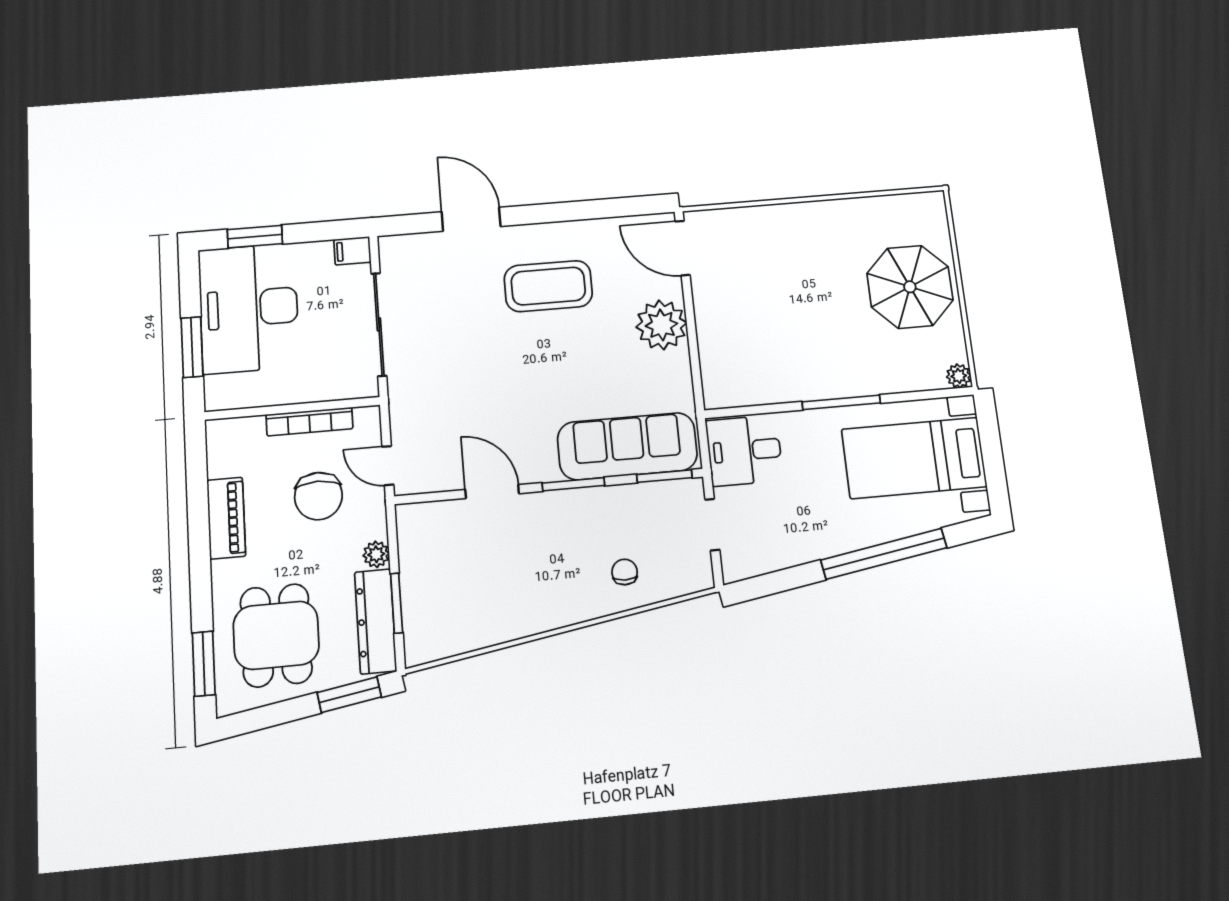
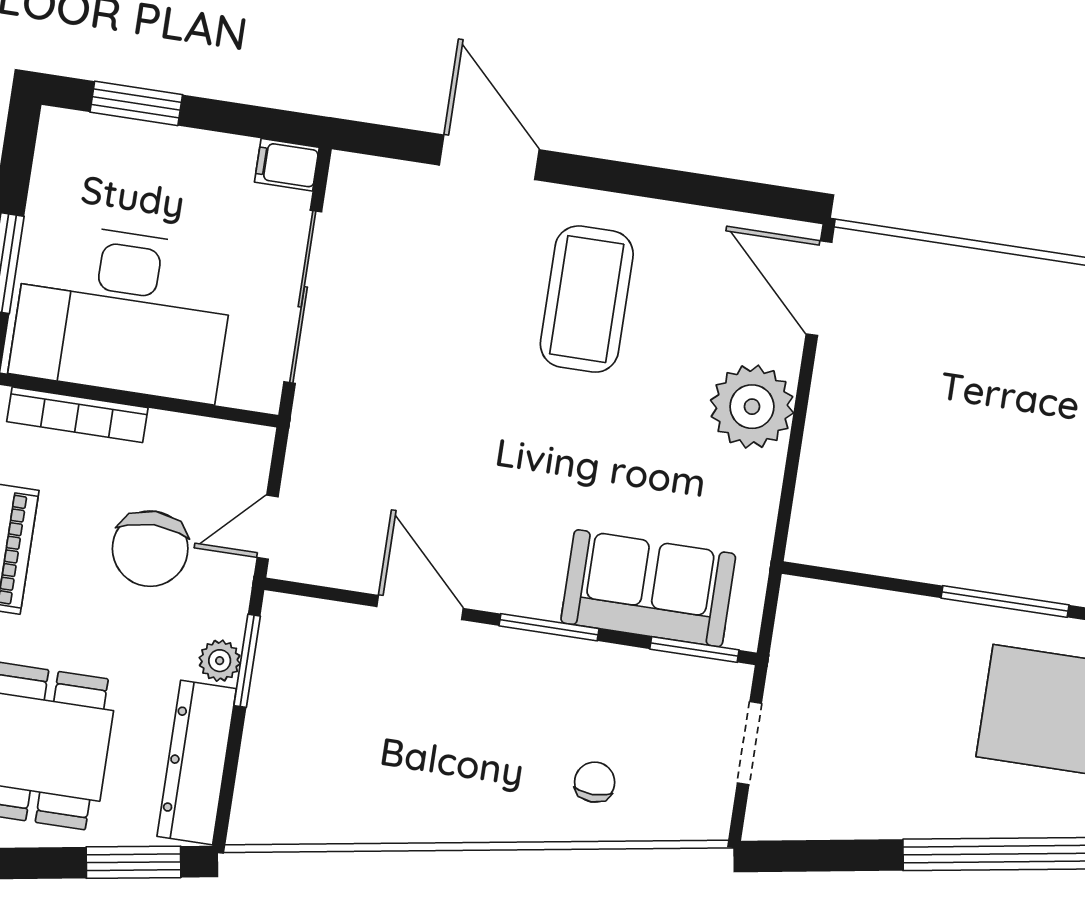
coffee table: (548, 286) -> (587, 299), turned 90
desk: (249, 308) -> (123, 312), moved, turned -90
bookcase: (309, 422) -> (77, 415), moved
sofa: (627, 446) -> (648, 588), width x0.73
desk: (744, 450) -> (830, 640), removed
door: (388, 466) -> (268, 527), hinge flipped
window: (397, 603) -> (247, 661), moved

